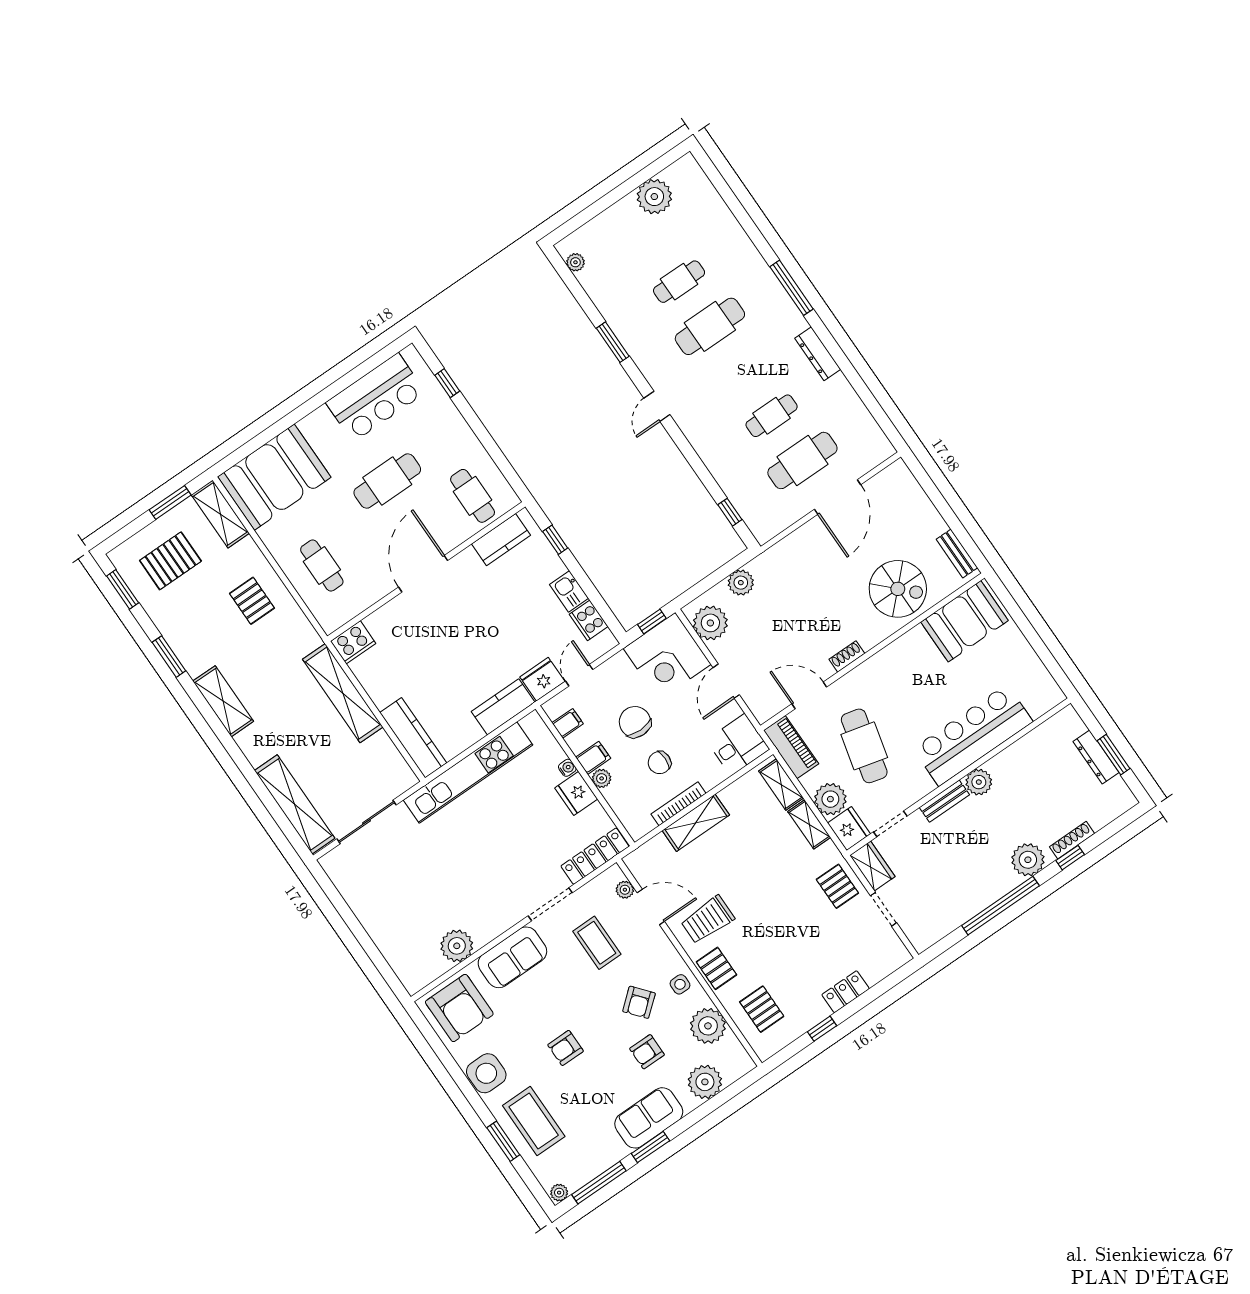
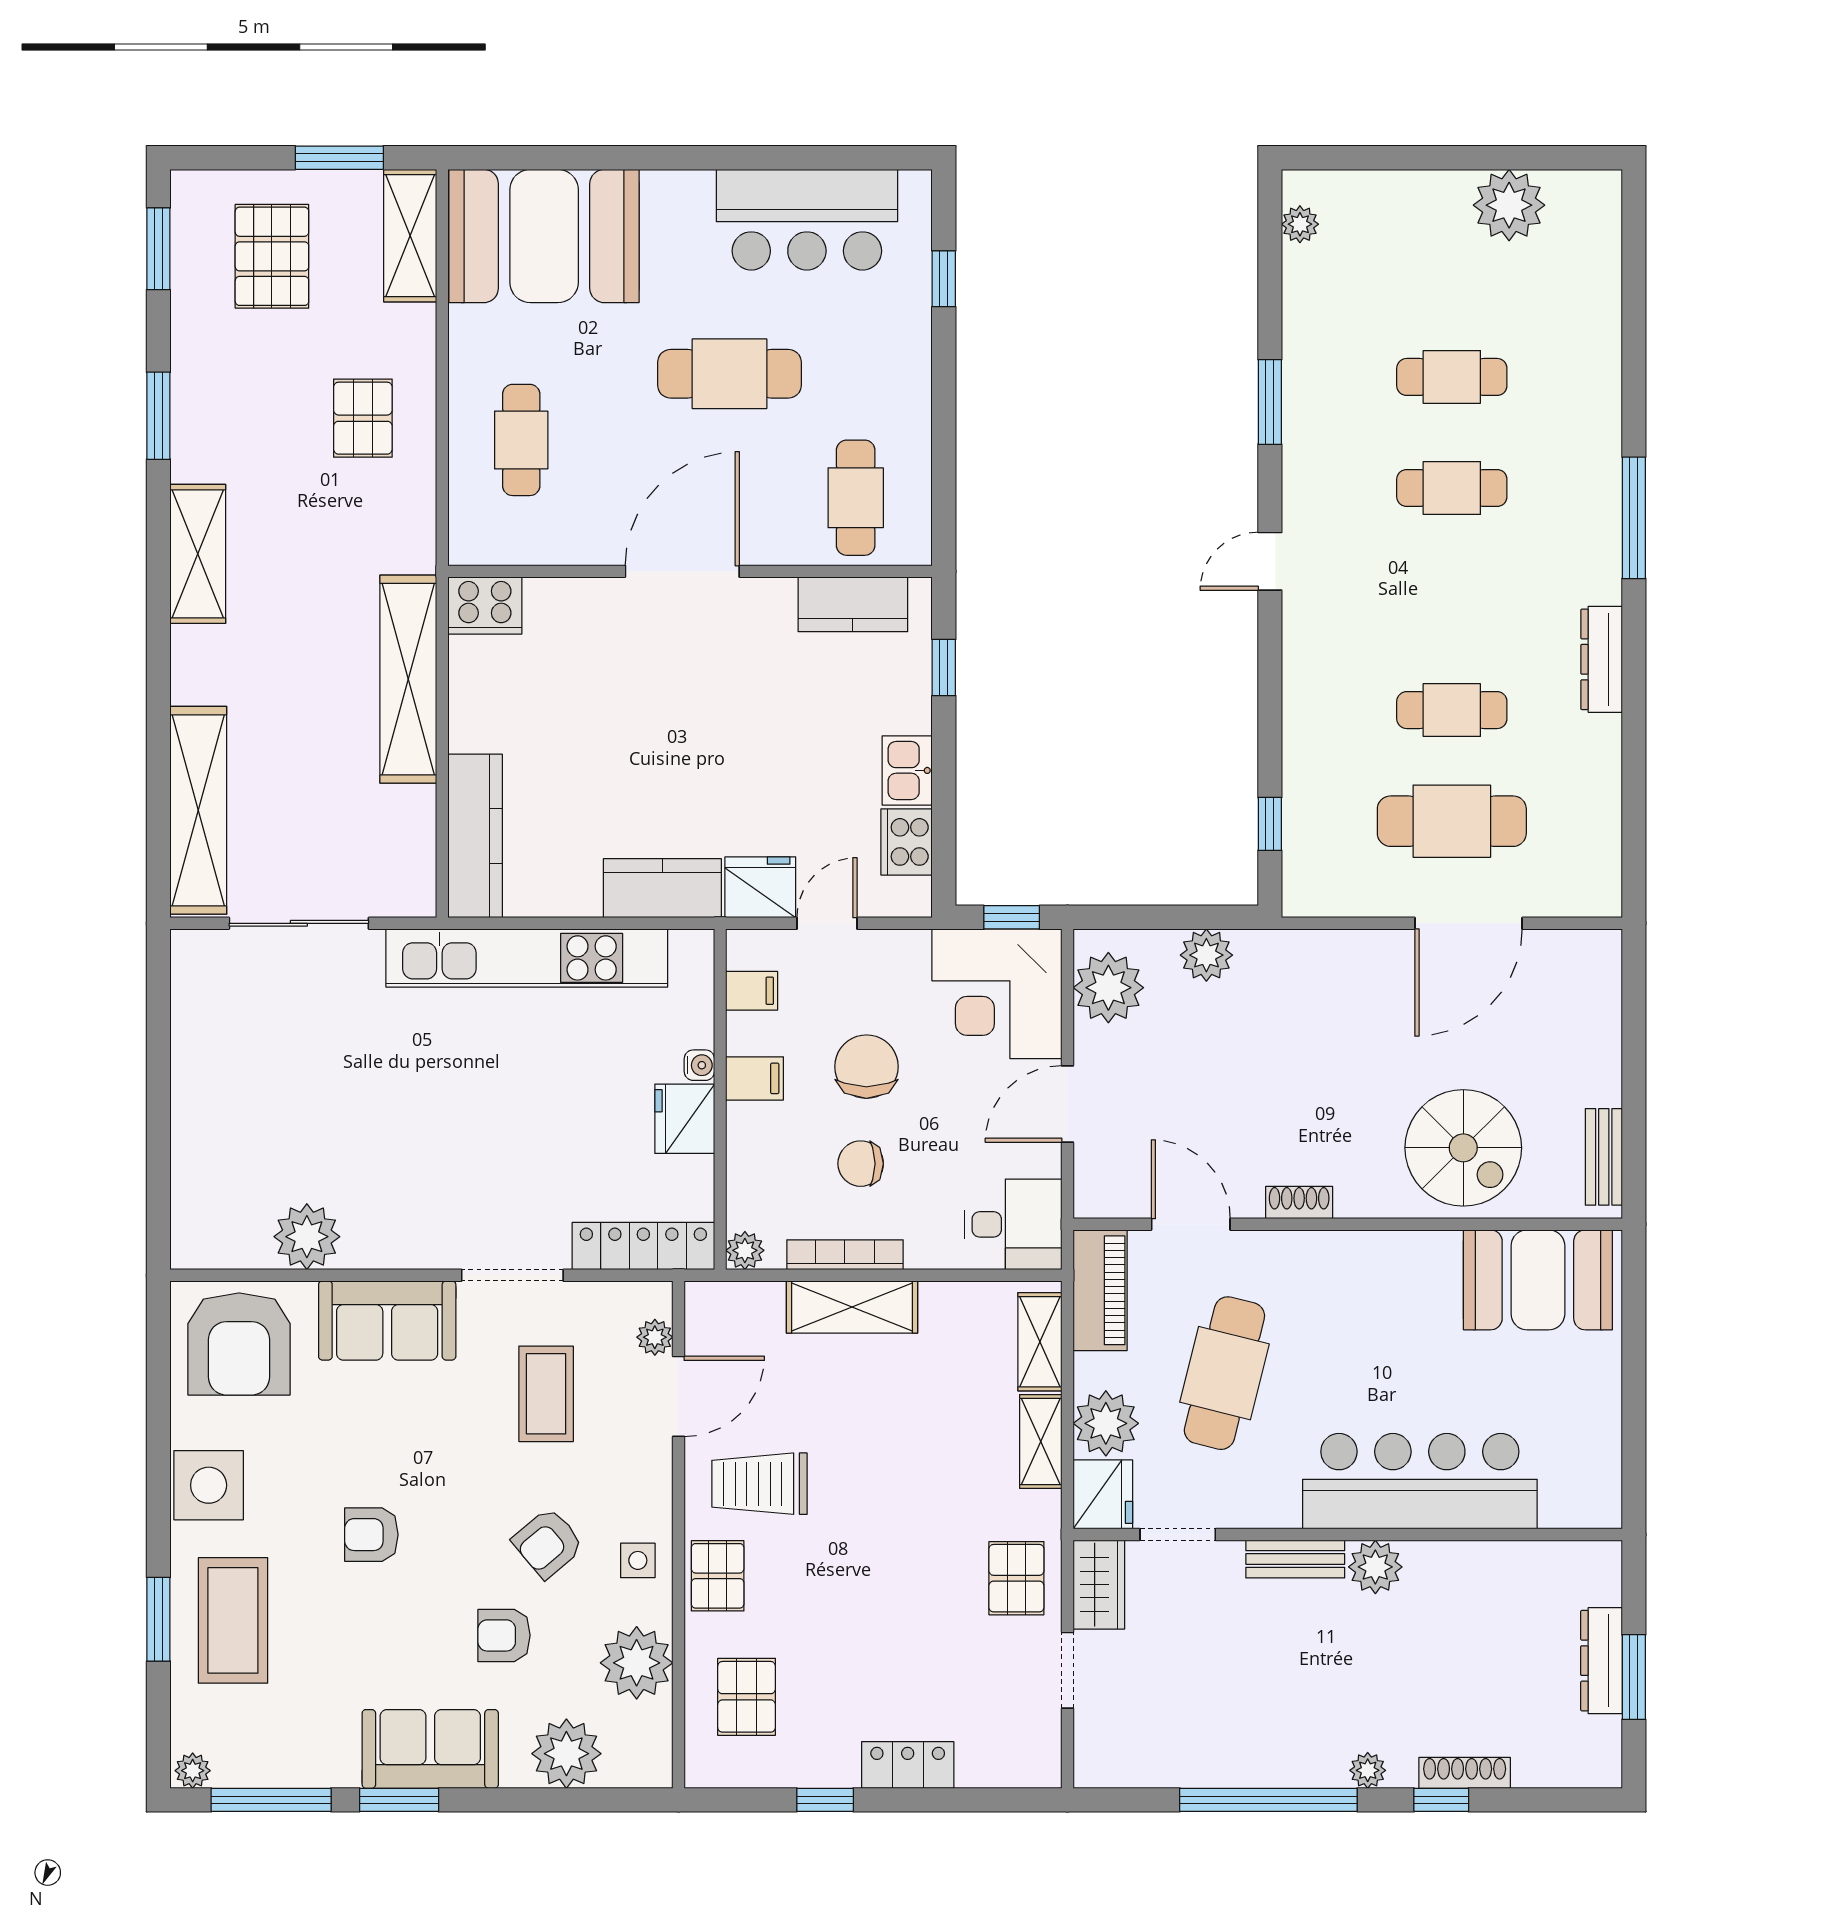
cafe table: (710, 326) -> (1452, 488), width x0.73, depth x0.74
pallet: (170, 561) -> (272, 256), turned 90
plant: (602, 778) -> (745, 1250), moved
plant: (1028, 860) -> (1368, 1770), width x0.53, depth x0.53
door: (651, 907) -> (678, 1396), hinge flipped

